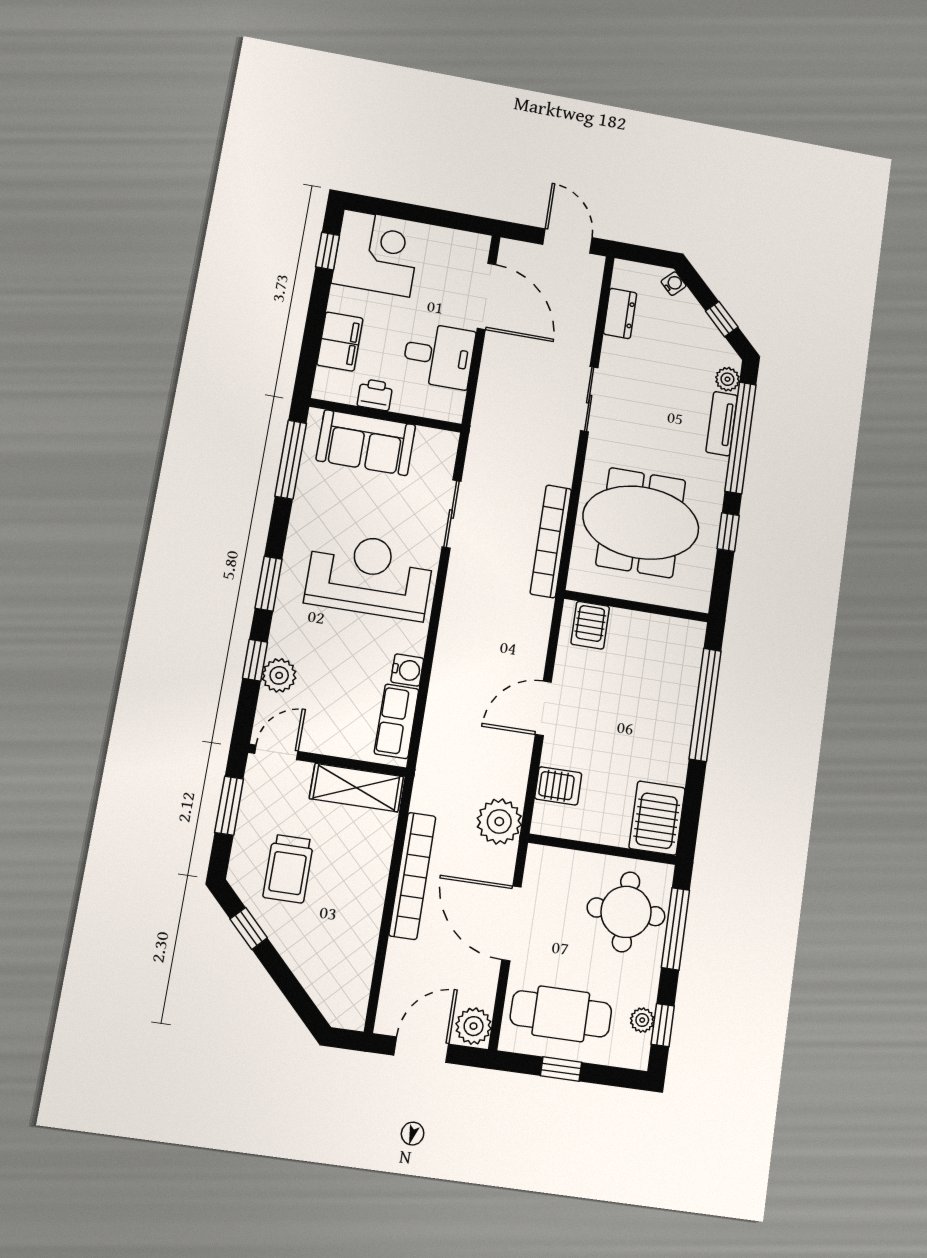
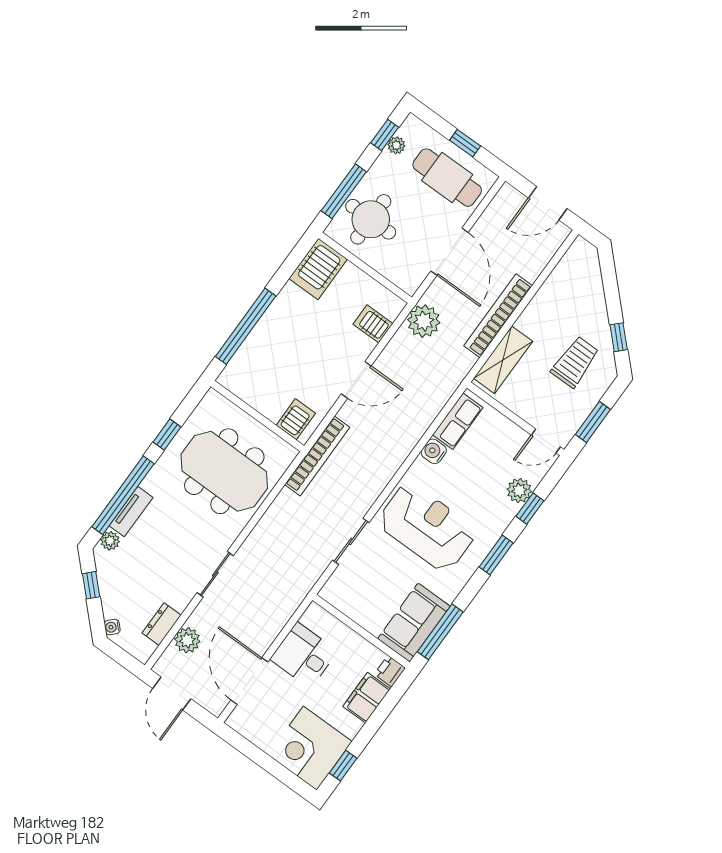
printer: (375, 395) -> (390, 671), moved, turned 90
sofa: (366, 443) -> (414, 623), moved, turned -90
bookcase: (551, 541) -> (317, 456), moved
reception desk: (370, 576) -> (427, 527), turned 180
shelving: (356, 788) -> (503, 360), moved, turned 90
plant: (474, 1026) -> (187, 640), moved

